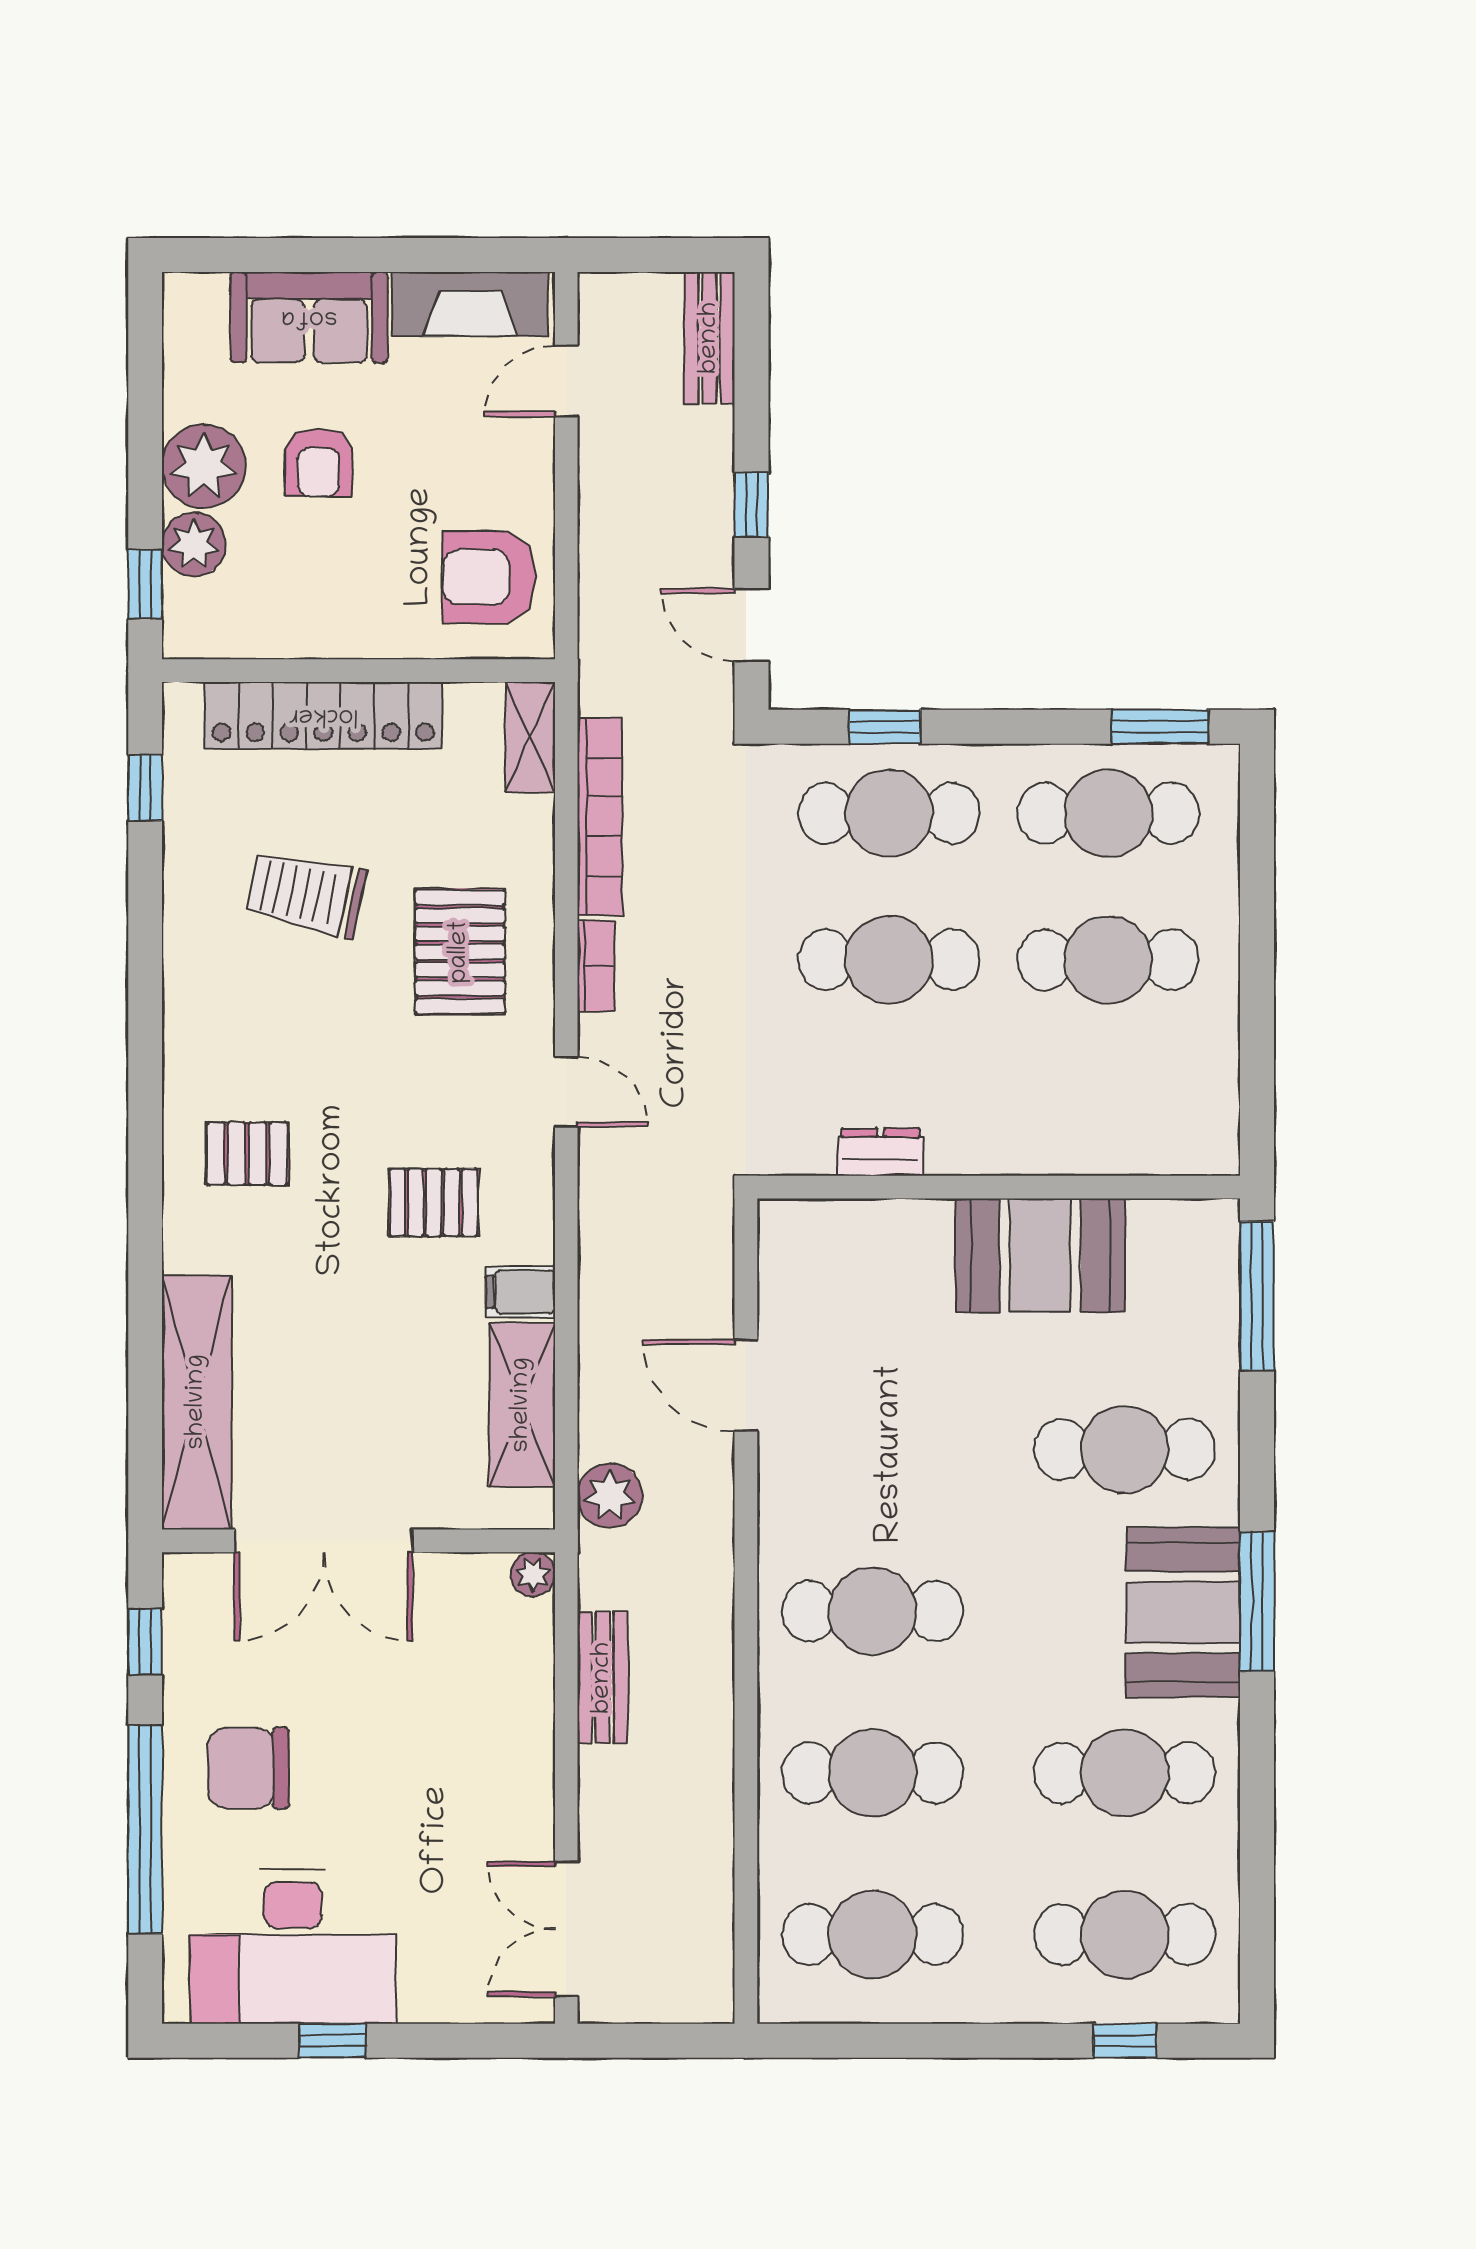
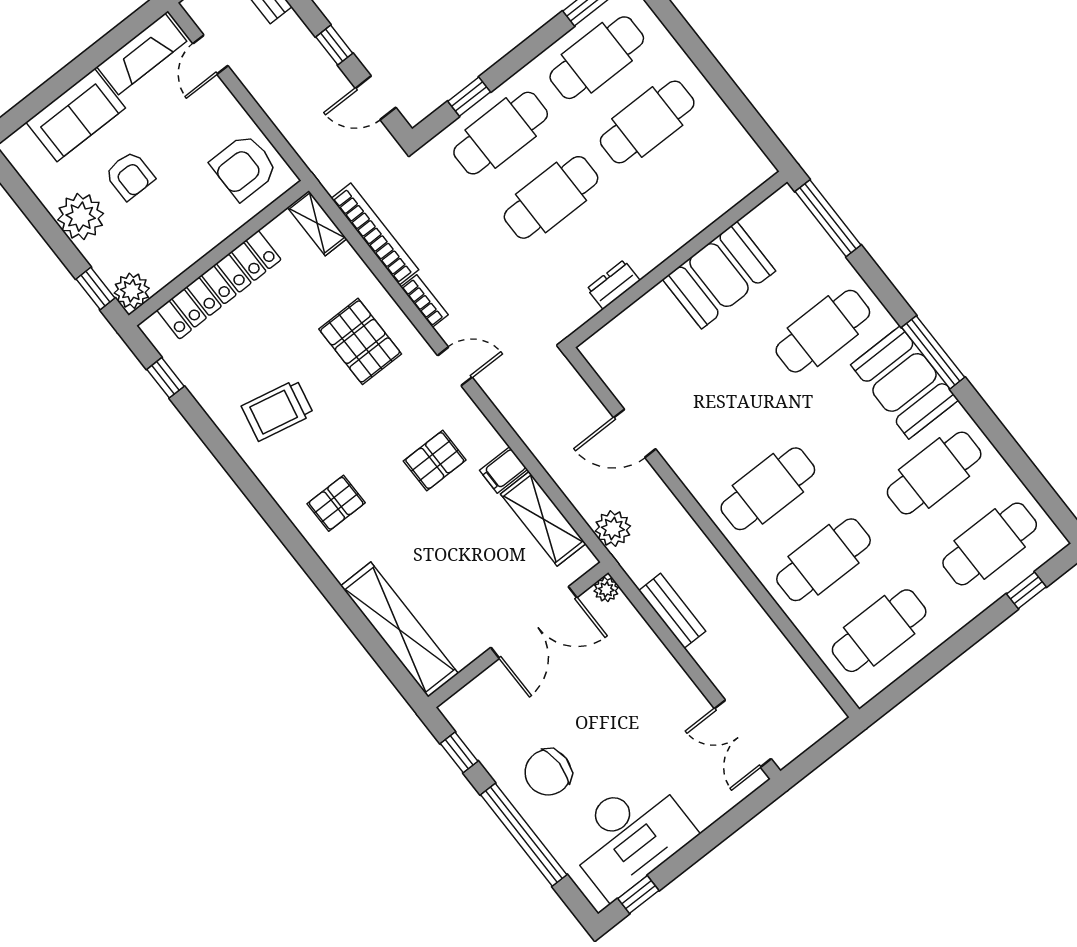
plant: (194, 544) -> (132, 291), moved
trolley: (306, 894) -> (278, 410), moved
double door: (324, 1541) -> (534, 623), moved
window: (333, 2041) -> (638, 895), moved

